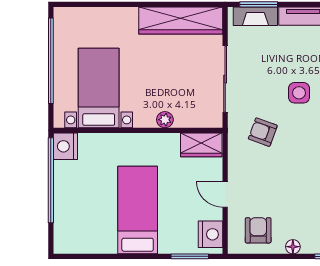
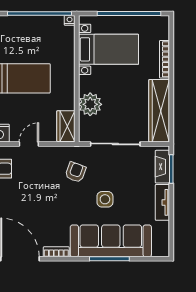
bookcase: (112, 13) -> (164, 59), added
plant: (165, 120) -> (90, 104), width x1.87, depth x1.87
nightstand: (65, 146) -> (70, 20), width x0.53, depth x0.56

